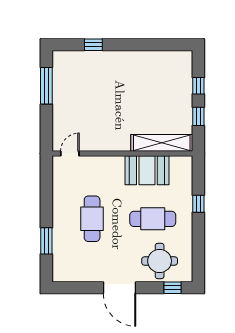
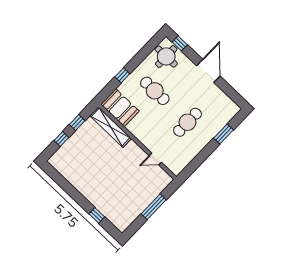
window: (46, 86) -> (154, 207), moved
door: (70, 153) -> (155, 159), moved
booth: (147, 170) -> (120, 108), moved
round table: (160, 261) -> (166, 56), moved

